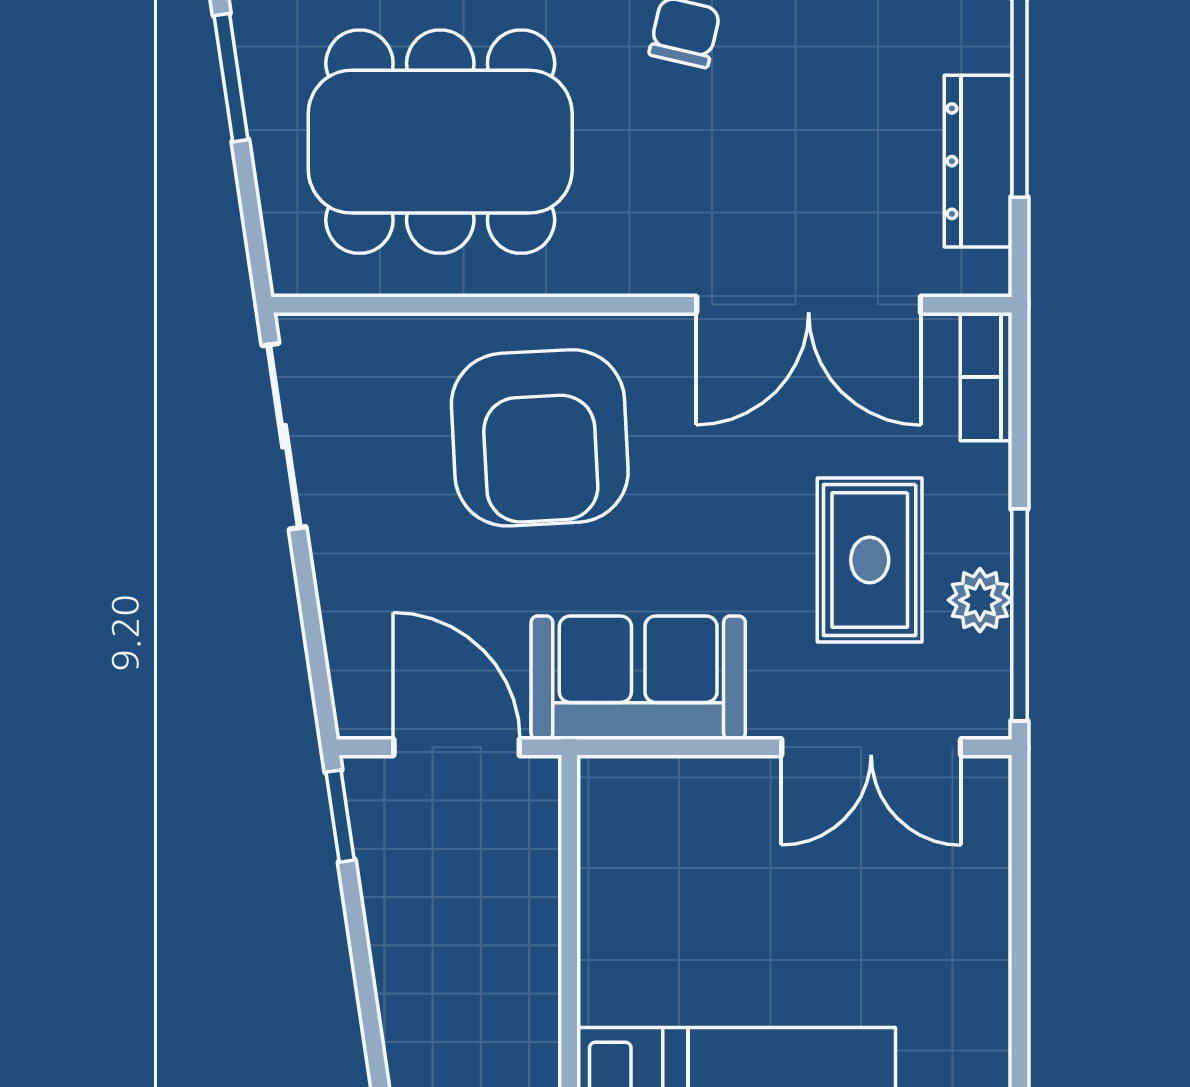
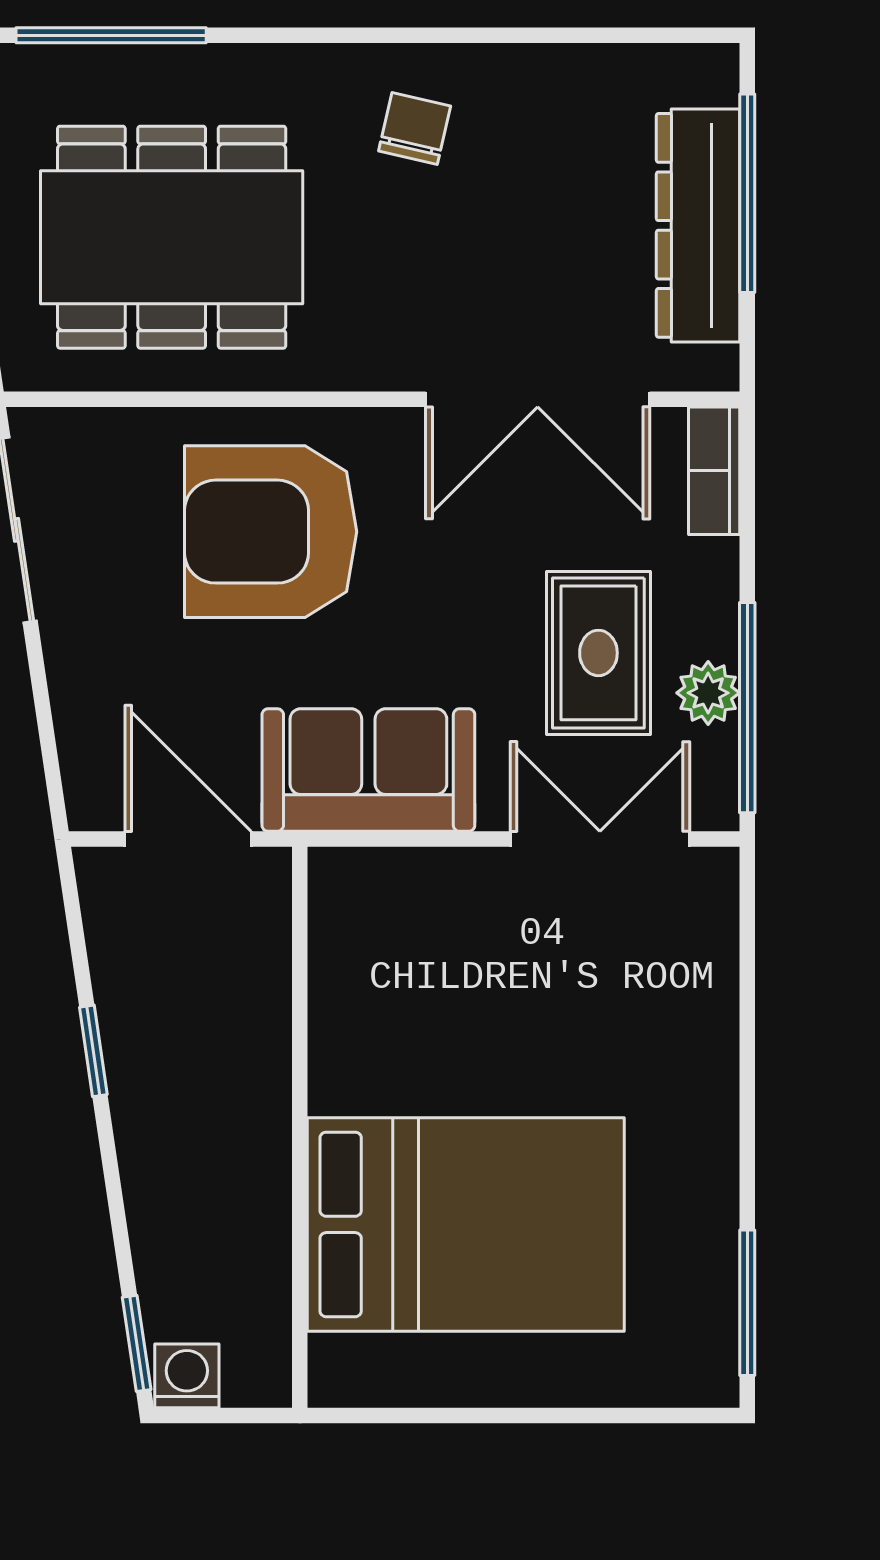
dresser: (978, 161) -> (698, 225), width x1.37, depth x1.24
armchair: (540, 438) -> (271, 532), turned 93
double door: (871, 747) -> (600, 839), swing flipped
window: (340, 816) -> (93, 1051), moved

